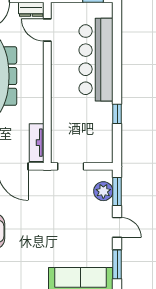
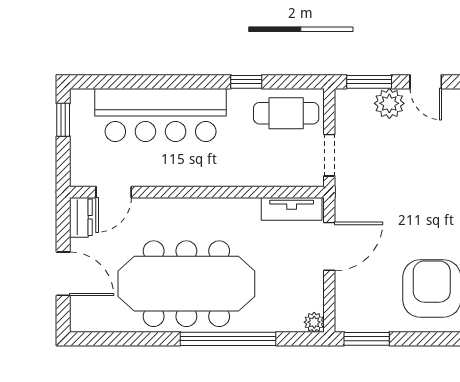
cafe table: (97, 139) -> (286, 113), added
plant: (103, 191) -> (389, 103), moved
door: (117, 227) -> (426, 82), swing flipped

